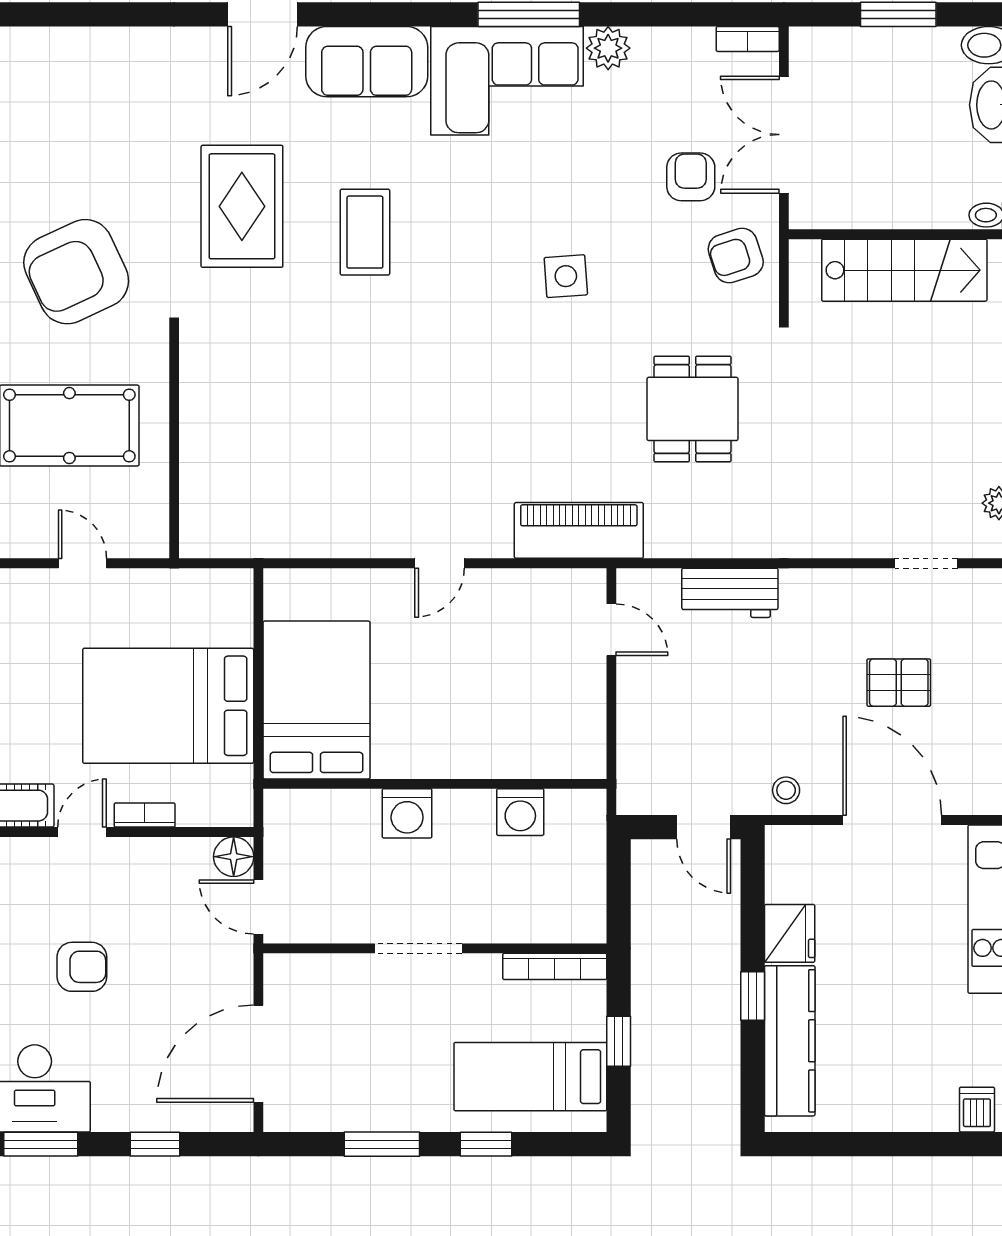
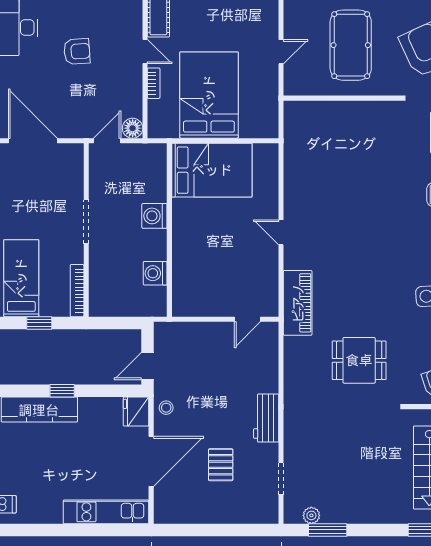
workbench: (730, 593) -> (266, 418), moved
fridge: (790, 933) -> (136, 412), moved, turned 90
armchair: (82, 967) -> (77, 51), turned -94

